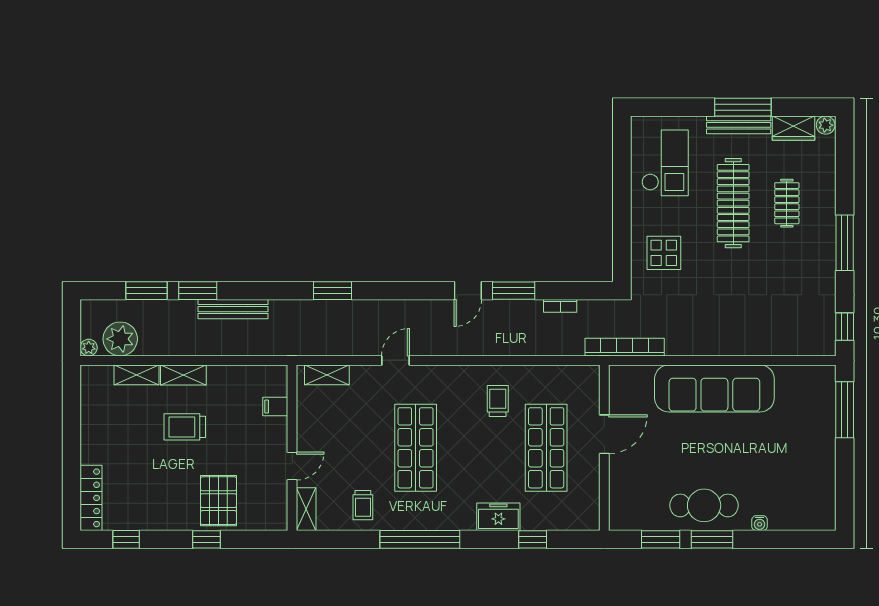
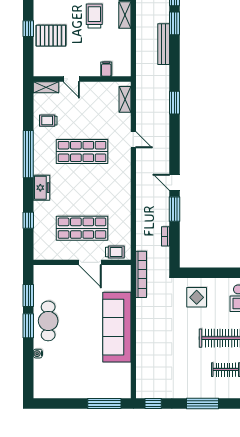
trolley: (498, 401) -> (115, 252), moved
freezer: (498, 517) -> (41, 188), moved

